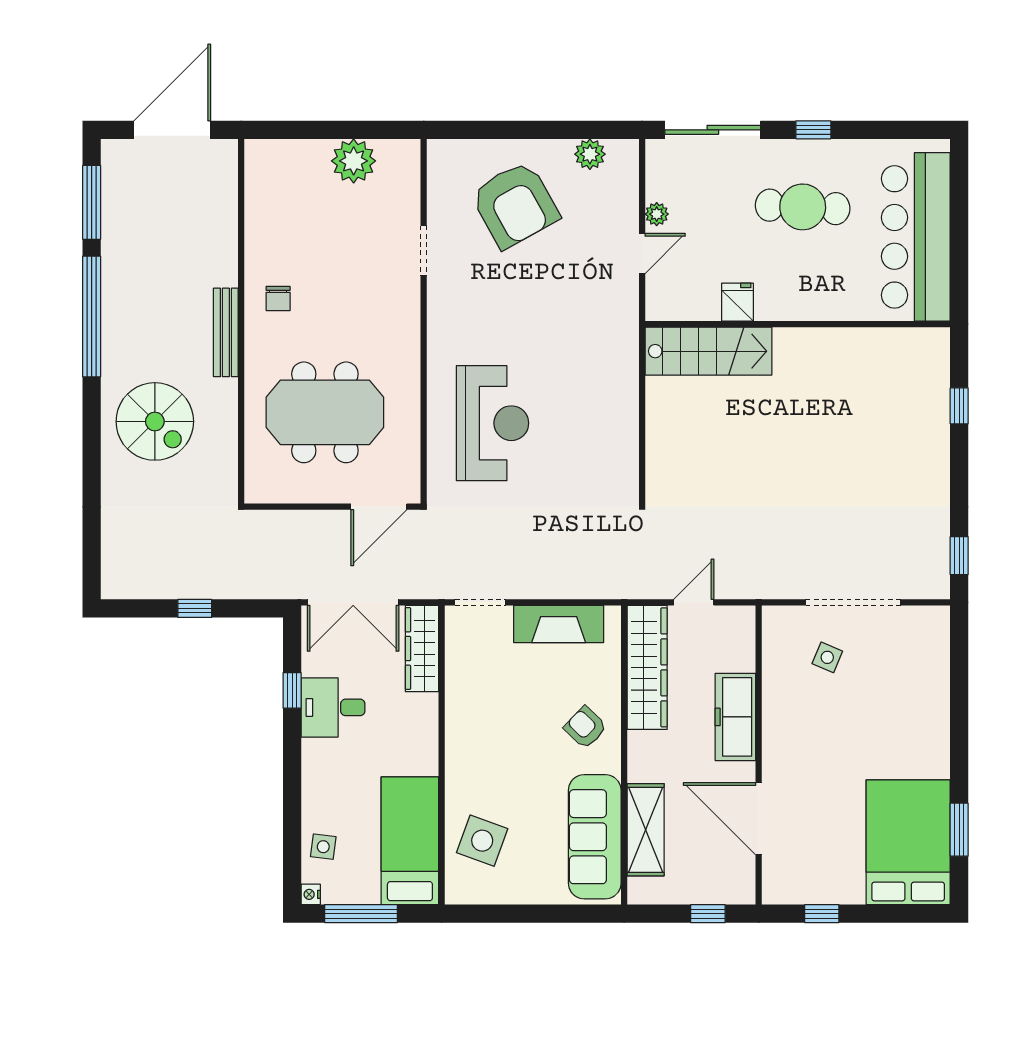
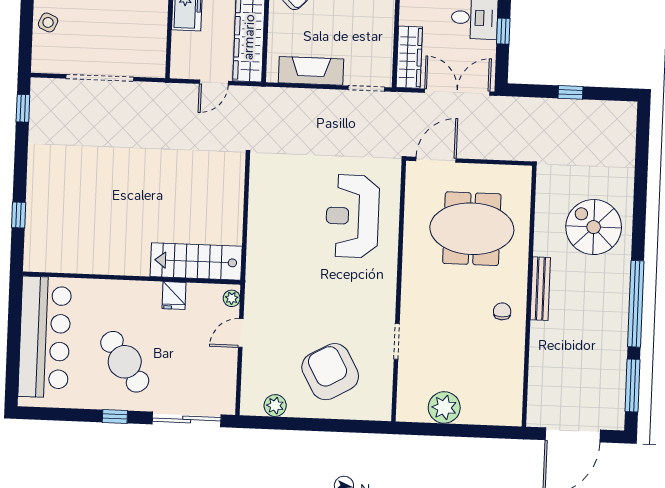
cafe table: (803, 207) -> (125, 362), turned 52
plant: (657, 214) -> (232, 298), moved
side table: (827, 657) -> (48, 22), moved

